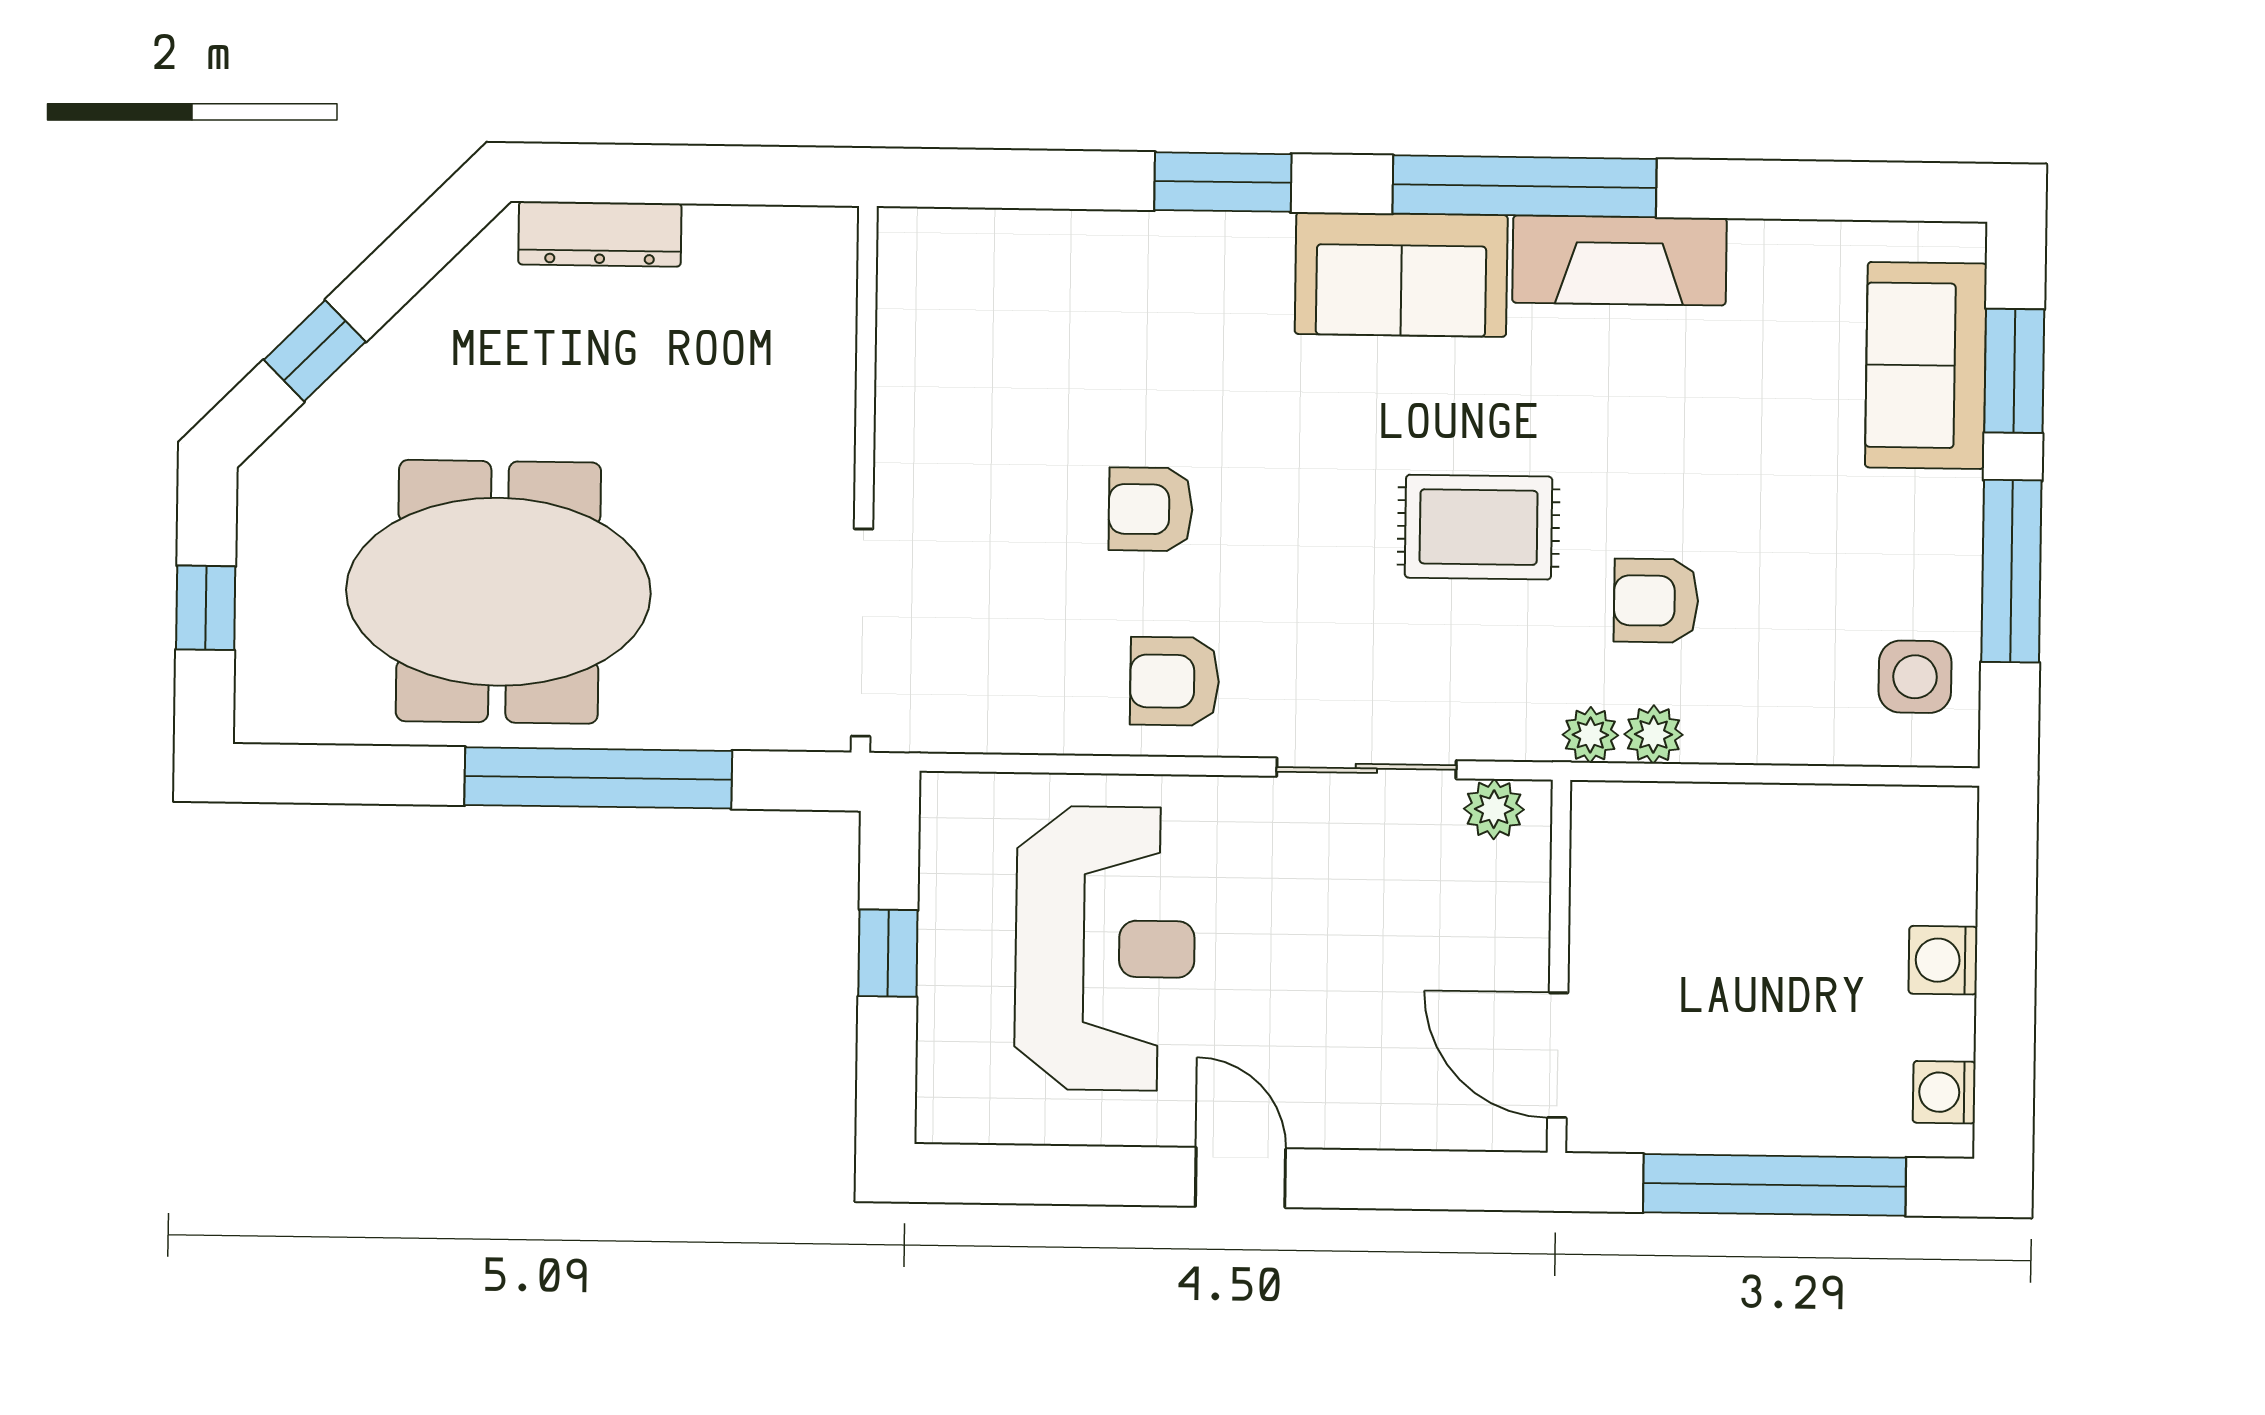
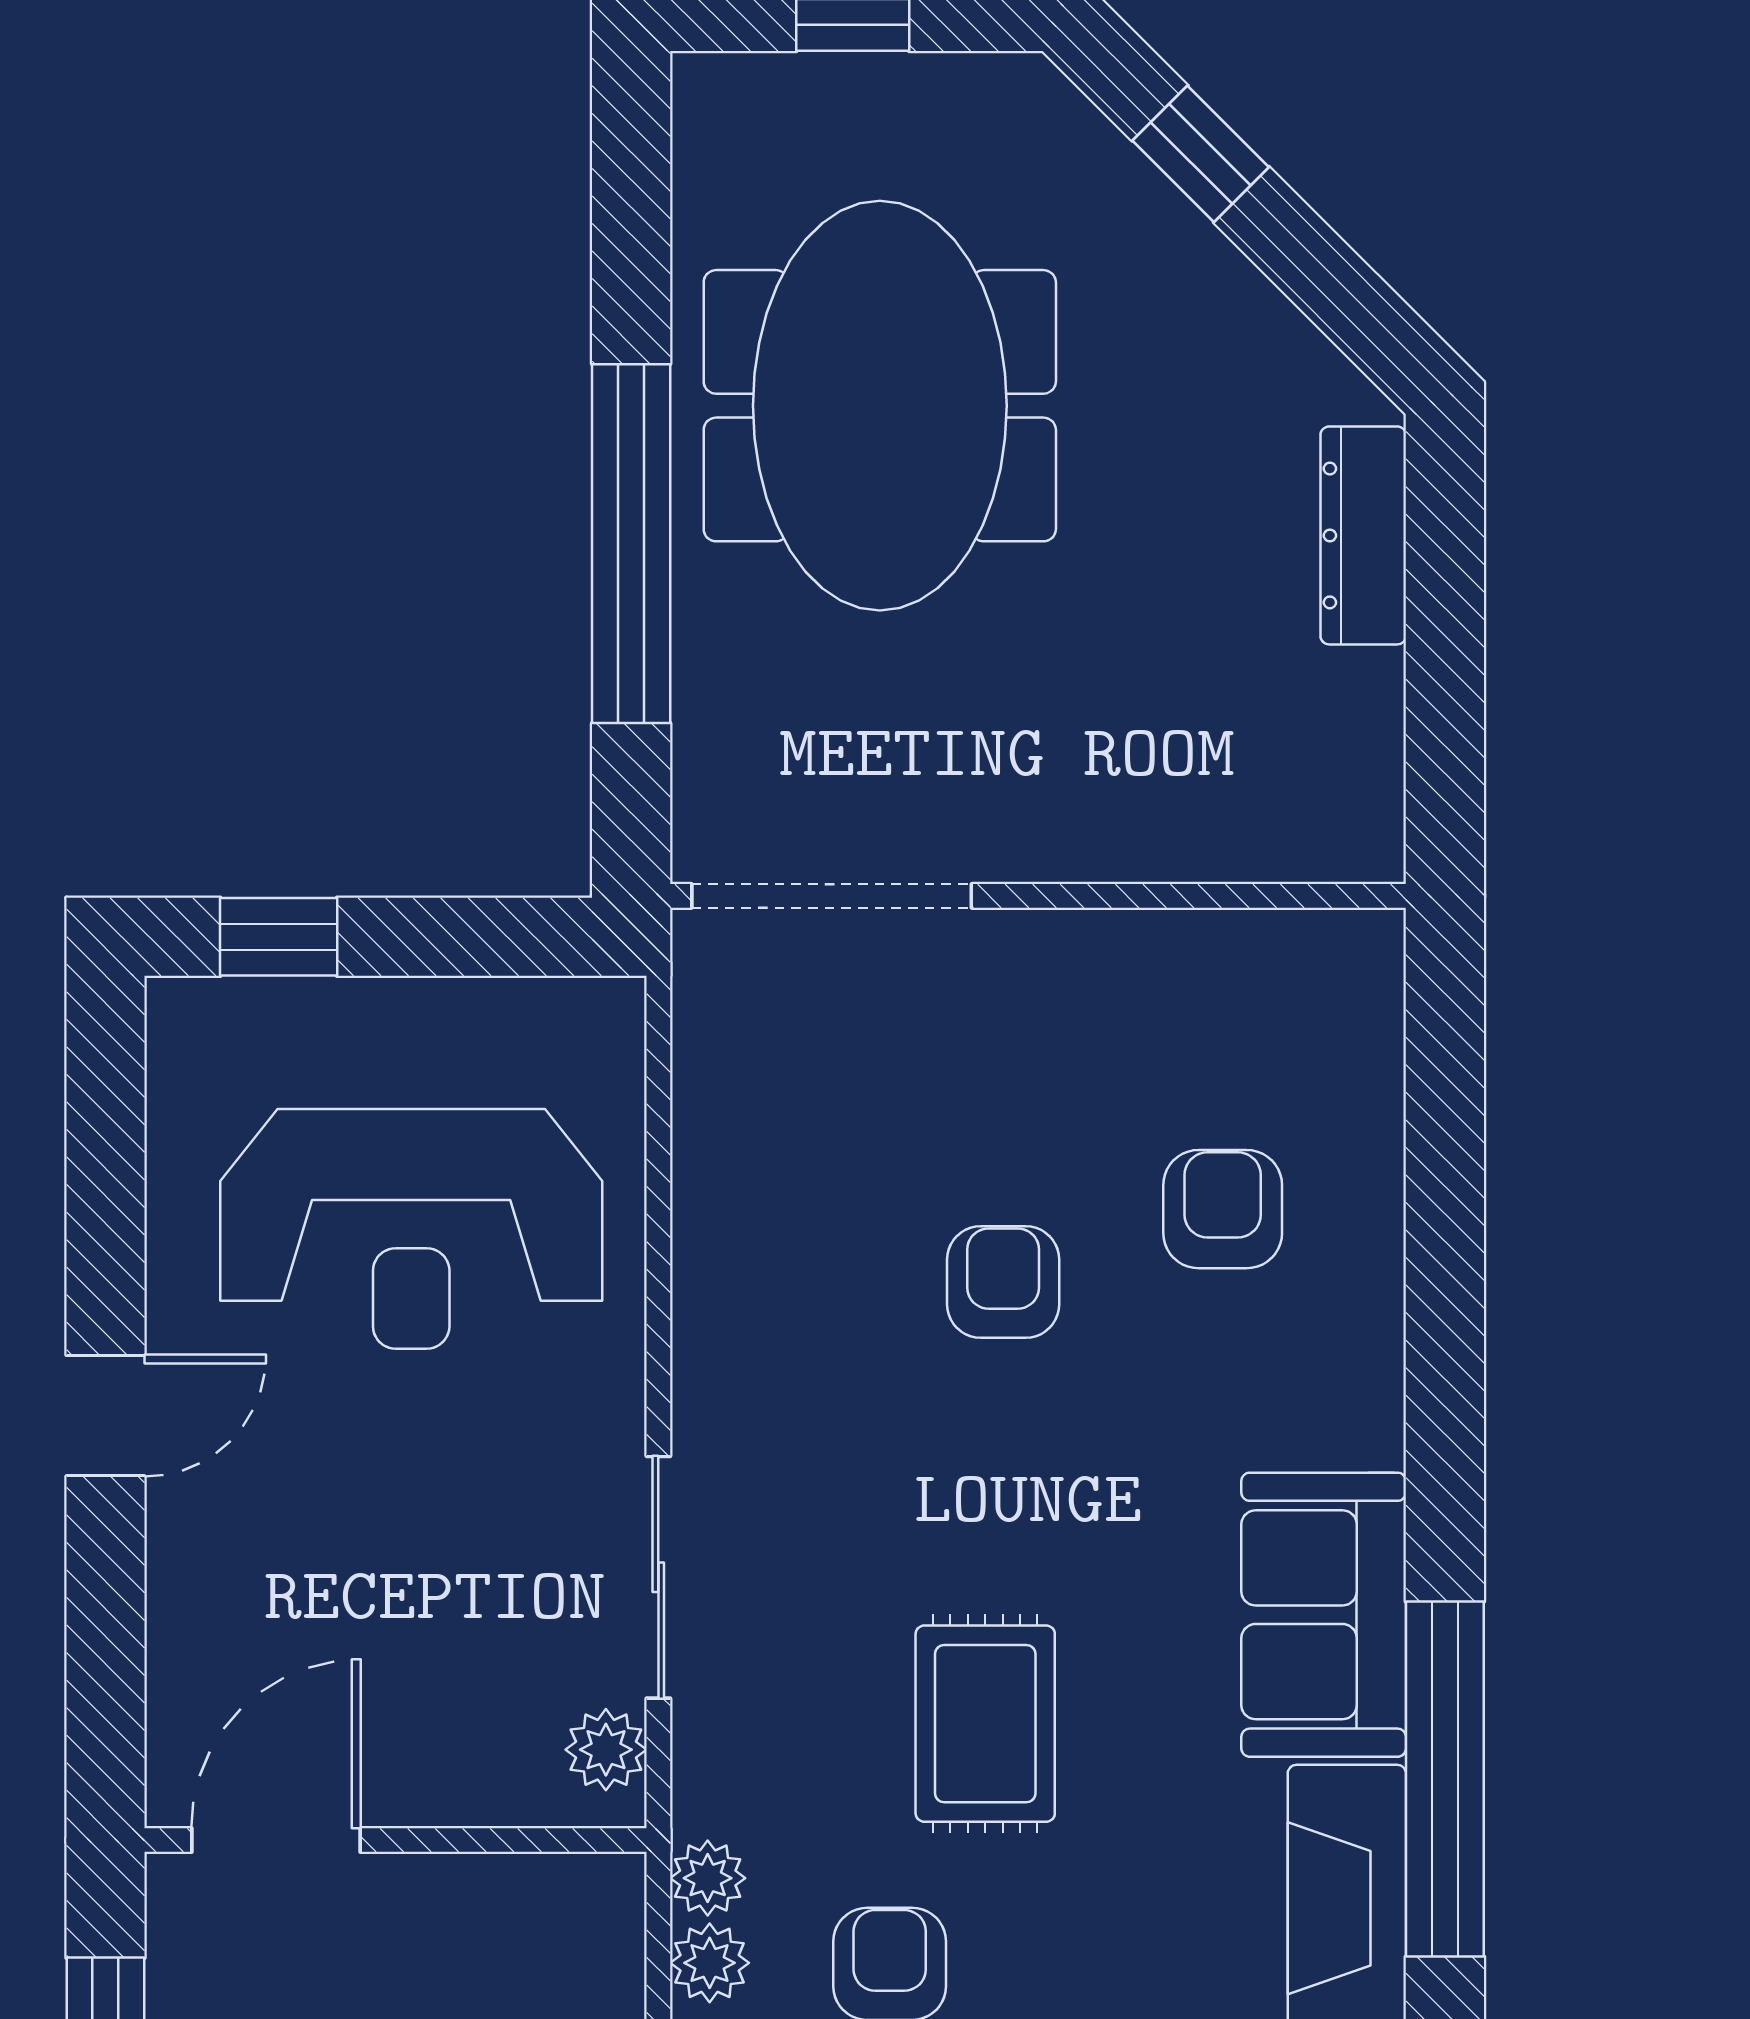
window: (1223, 182) -> (1445, 1373), removed
armchair: (1175, 681) -> (1223, 1209), moved
window: (888, 953) -> (279, 937), moved

